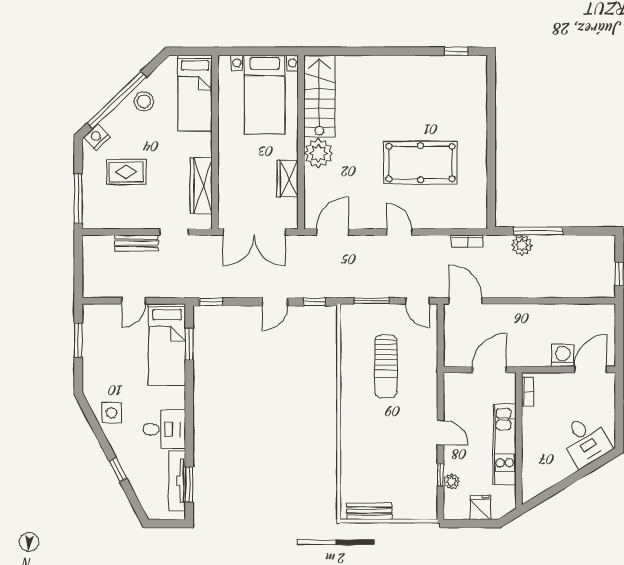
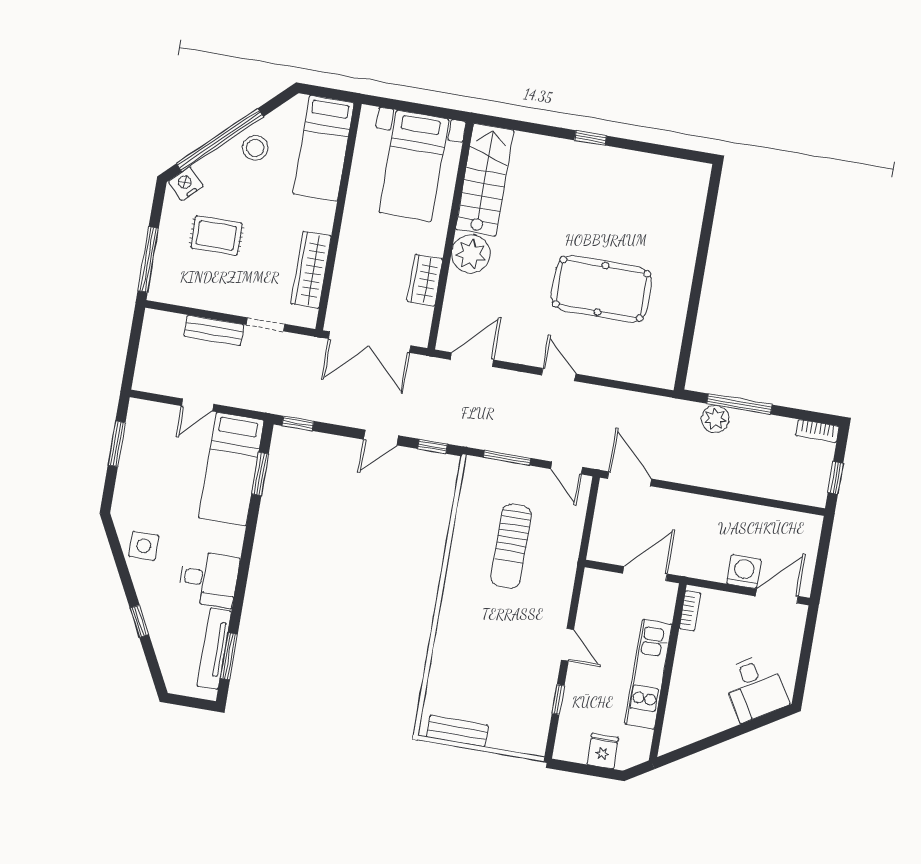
window: (456, 51) -> (590, 138), moved
bookcase: (467, 241) -> (817, 431), moved
plant: (452, 482) -> (571, 711), removed

